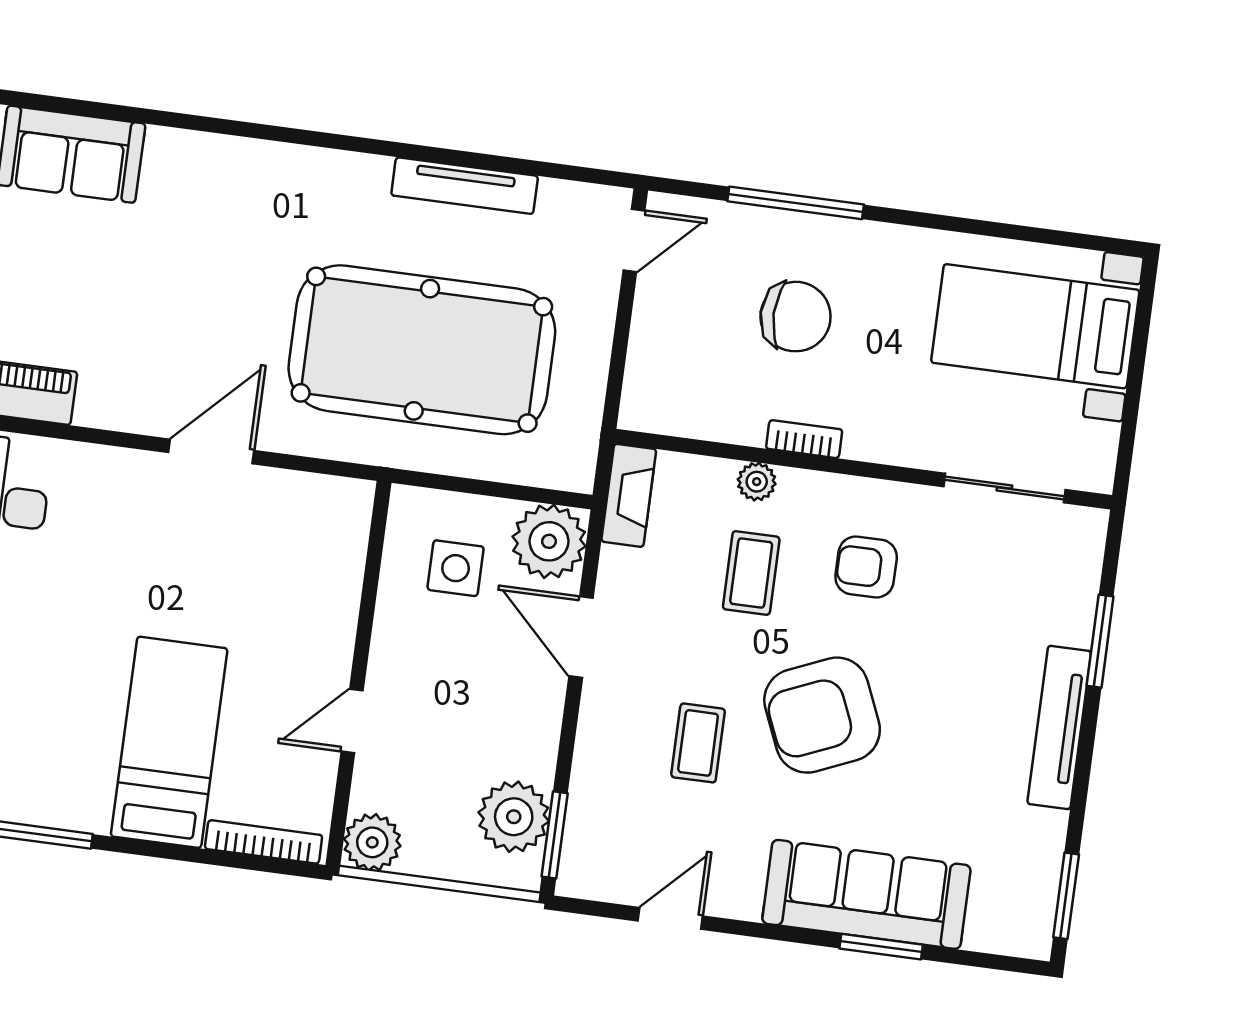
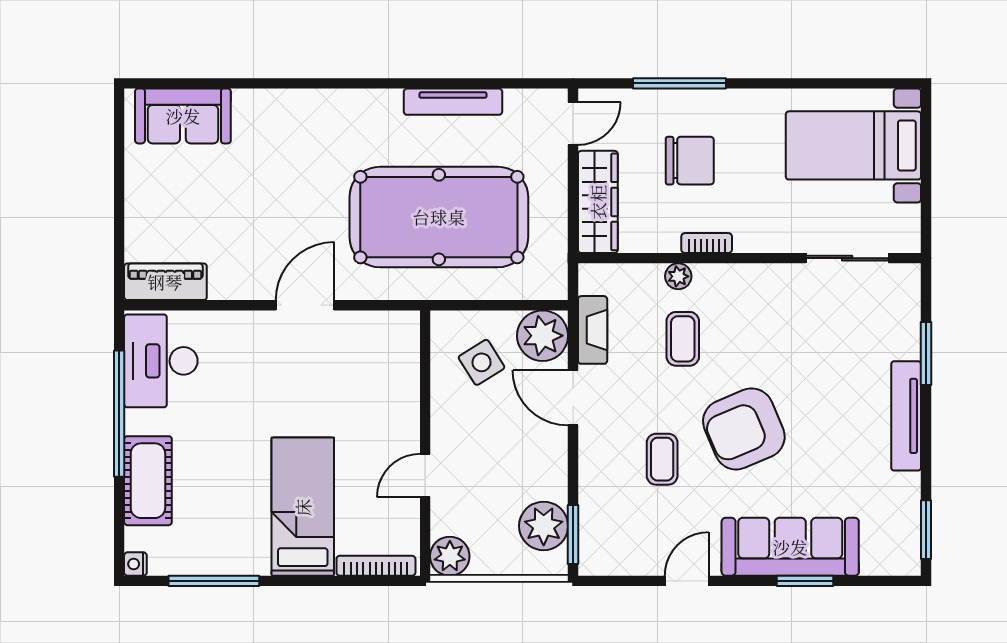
wardrobe: (655, 359) -> (598, 202), added
fireplace: (629, 495) -> (593, 330), moved
armchair: (866, 567) -> (760, 324), removed
side table: (456, 568) -> (482, 362), turned -32
door: (670, 918) -> (687, 581), moved

